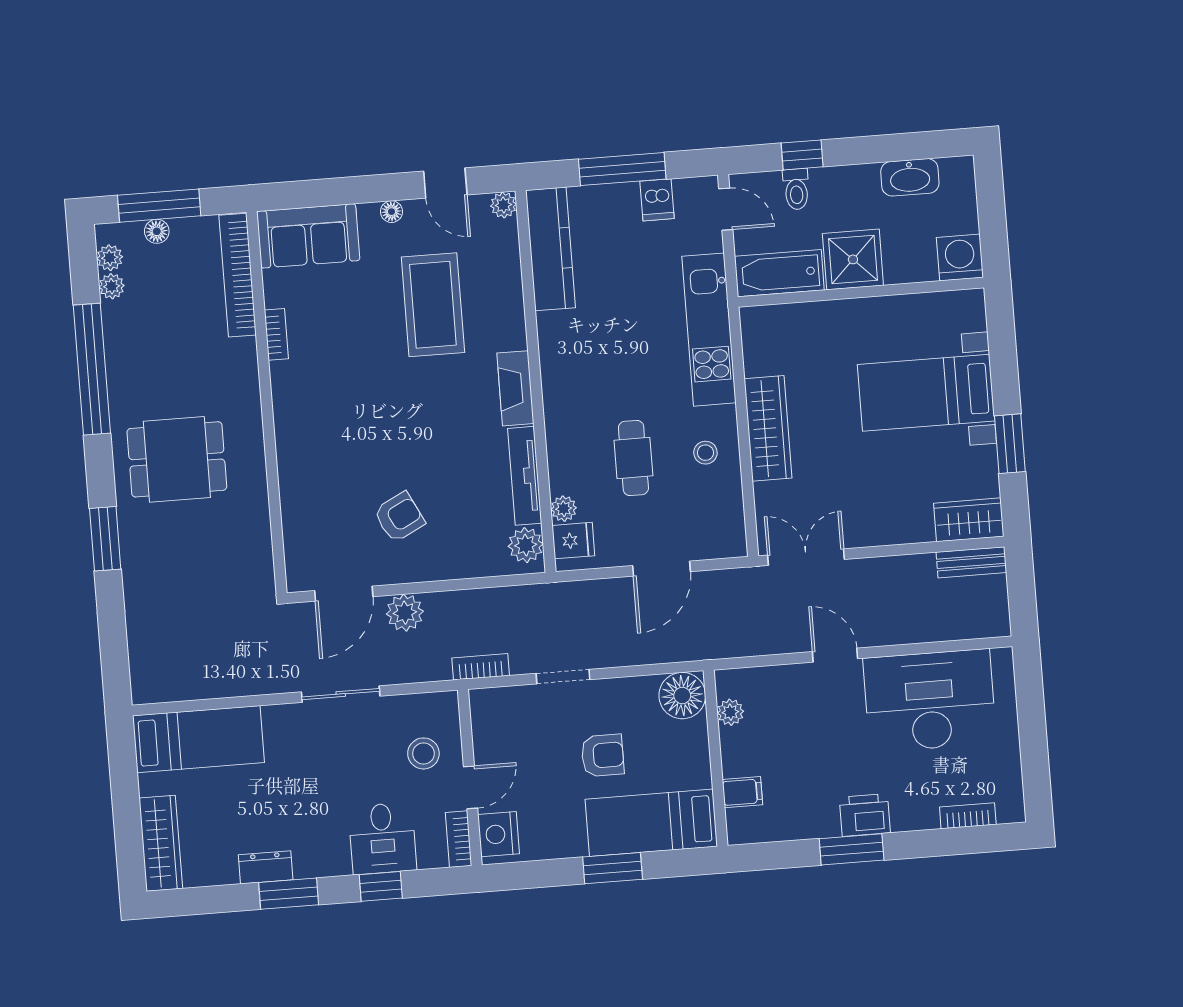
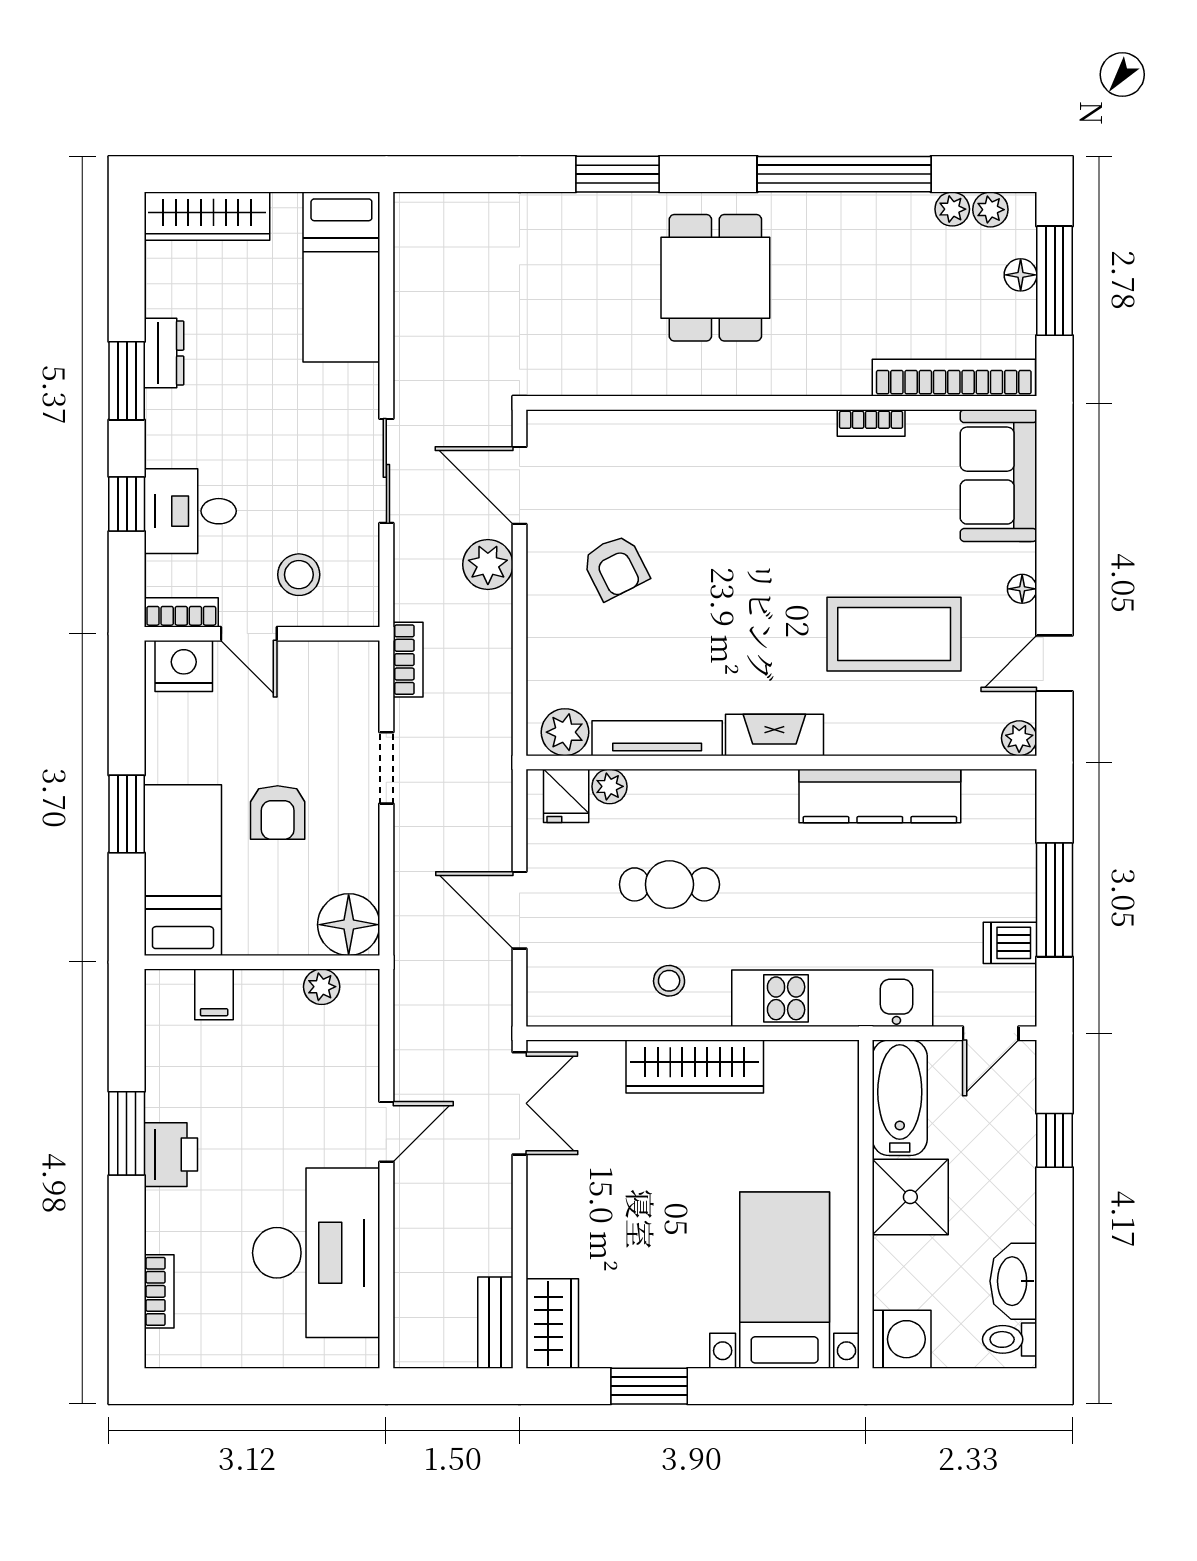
toilet: (796, 189) -> (1010, 1339), moved
kitchen counter: (550, 249) -> (880, 796), moved
bed with nightstands: (926, 393) -> (785, 1280), moved

